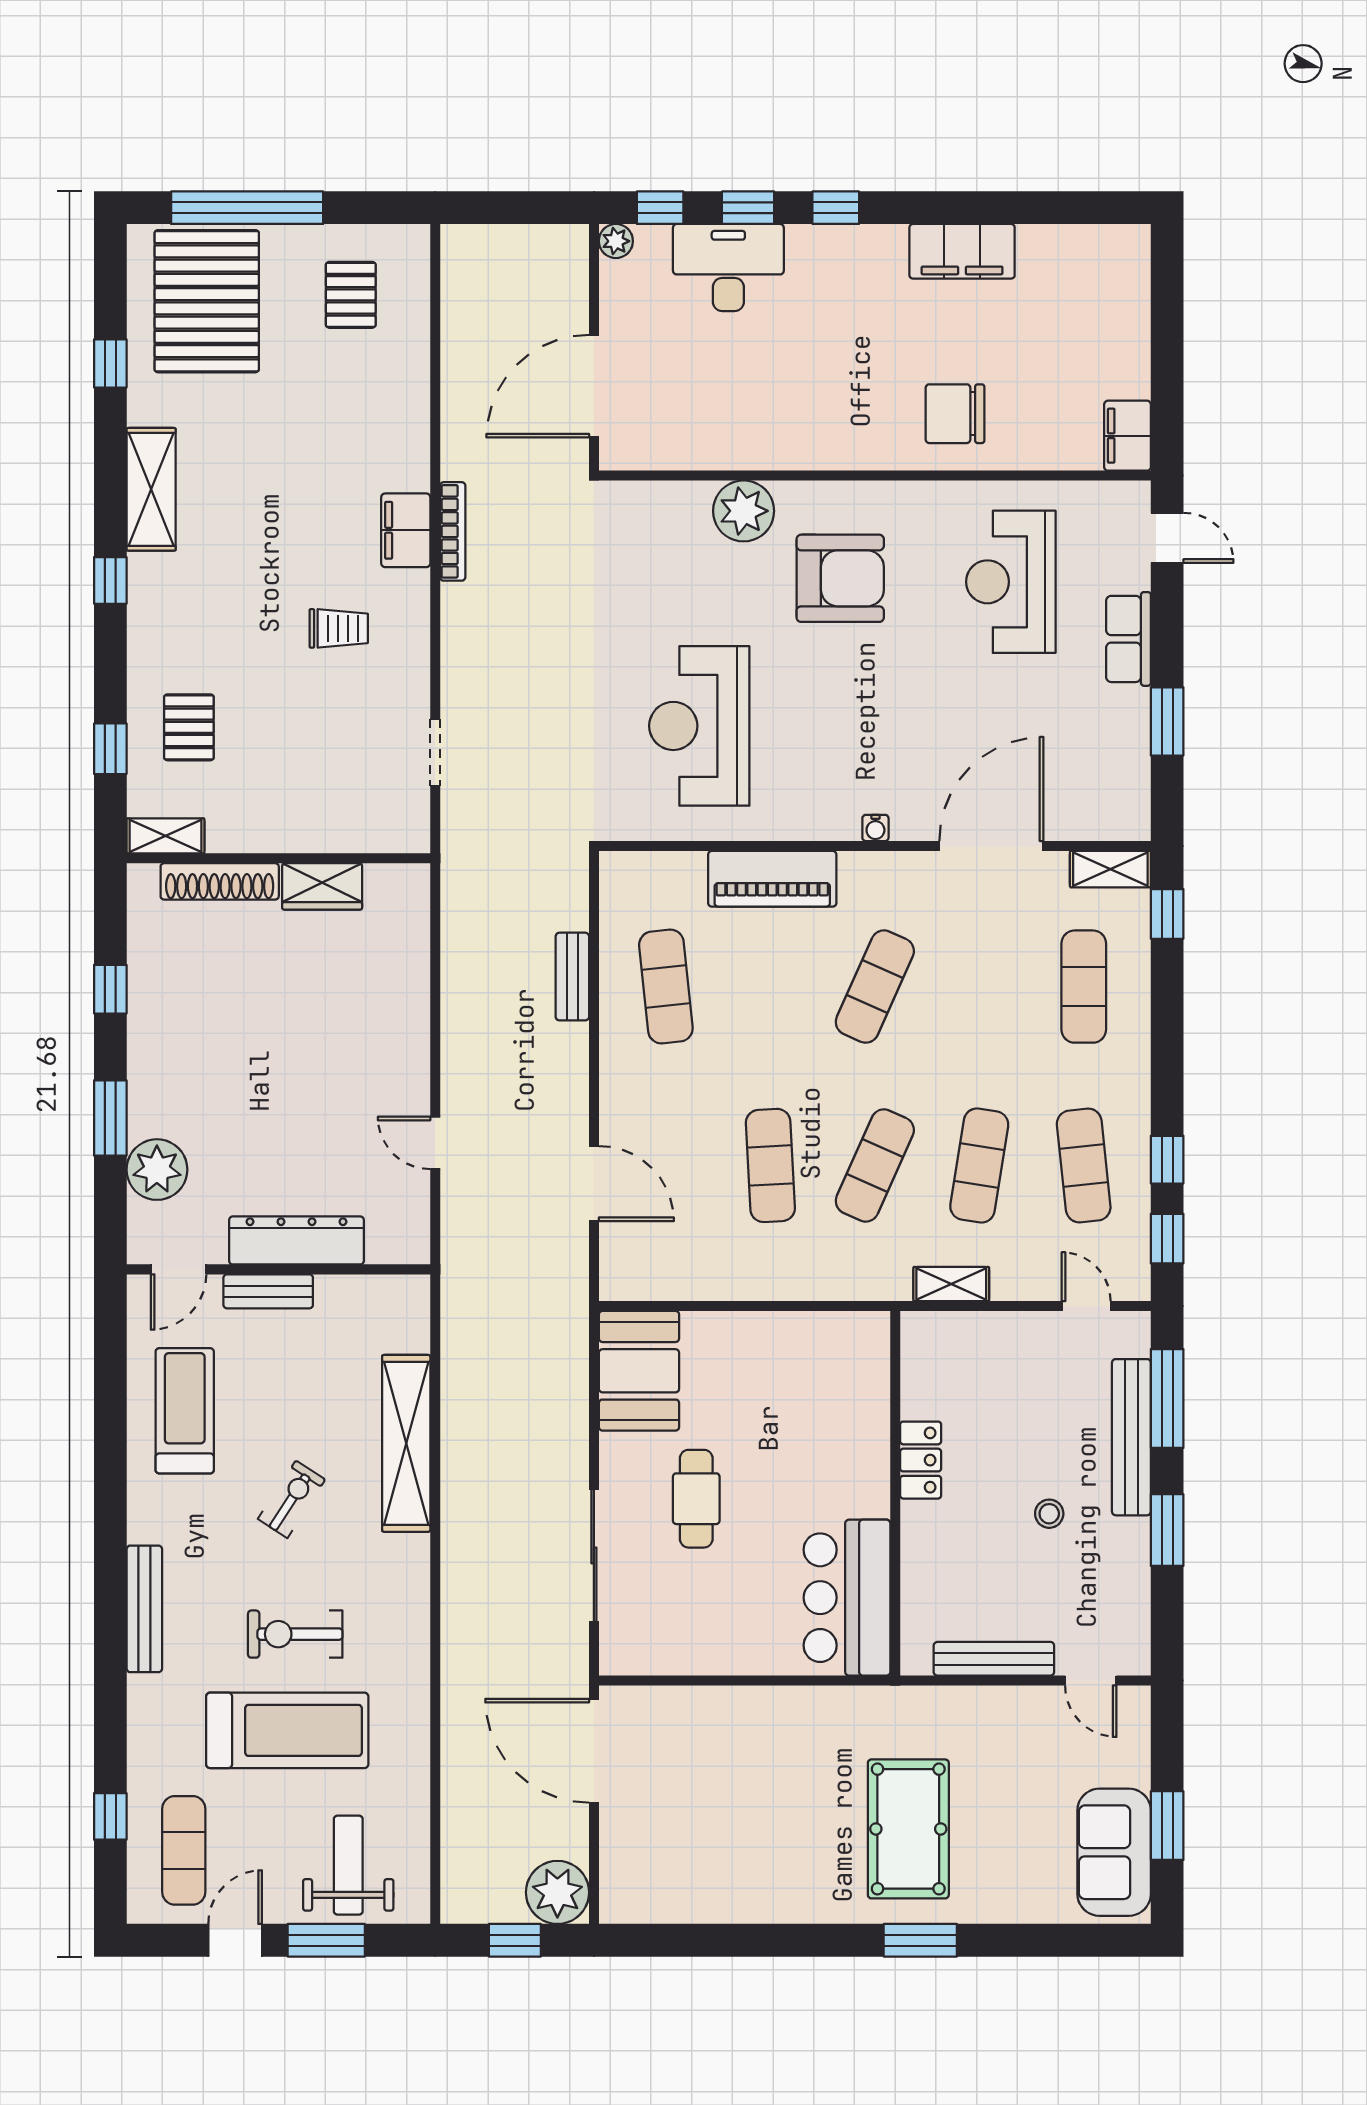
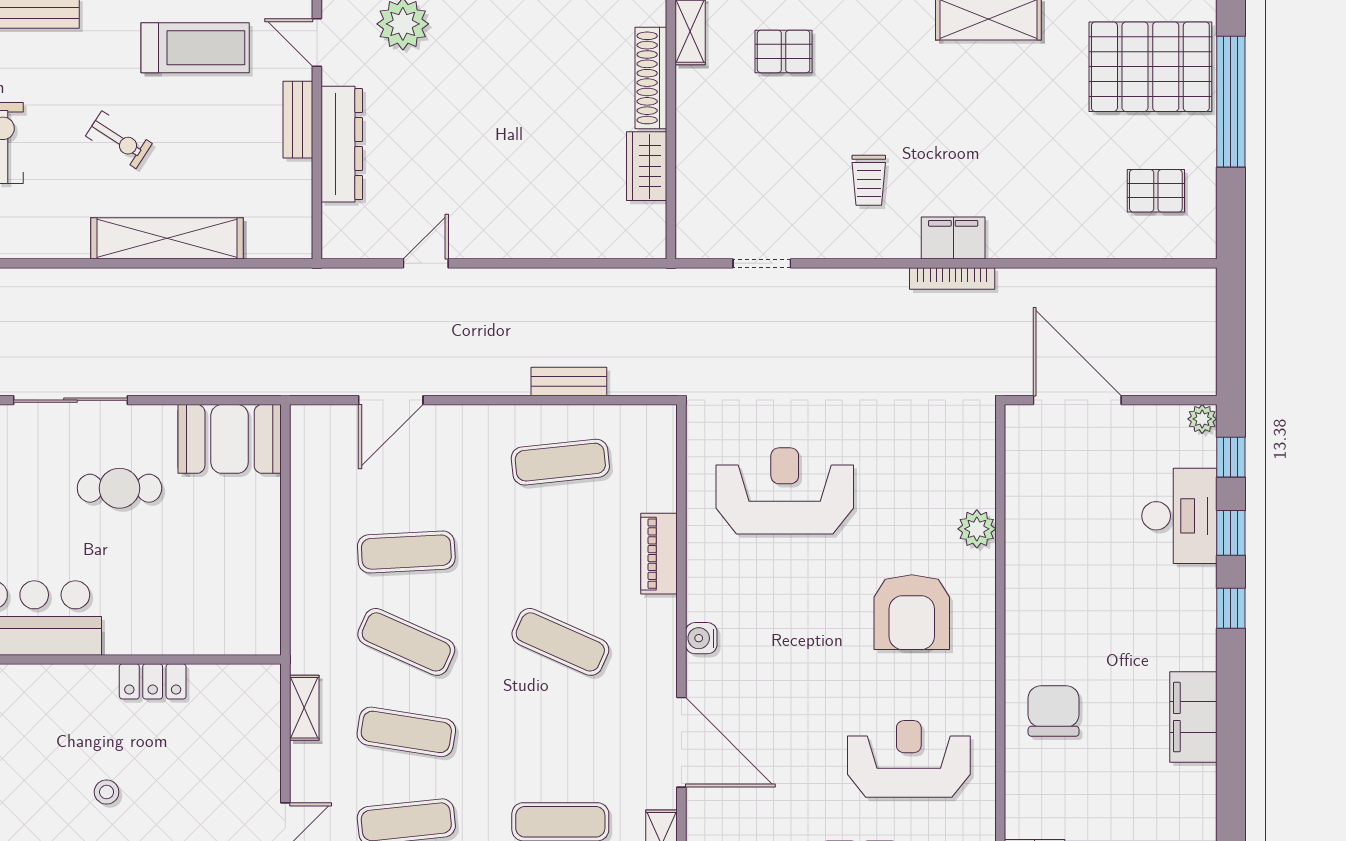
plant: (744, 511) -> (977, 529), width x0.73, depth x0.73
water cooler: (875, 828) -> (701, 638), width x1.38, depth x1.38
piano: (772, 879) -> (659, 554), width x0.73, depth x0.75

